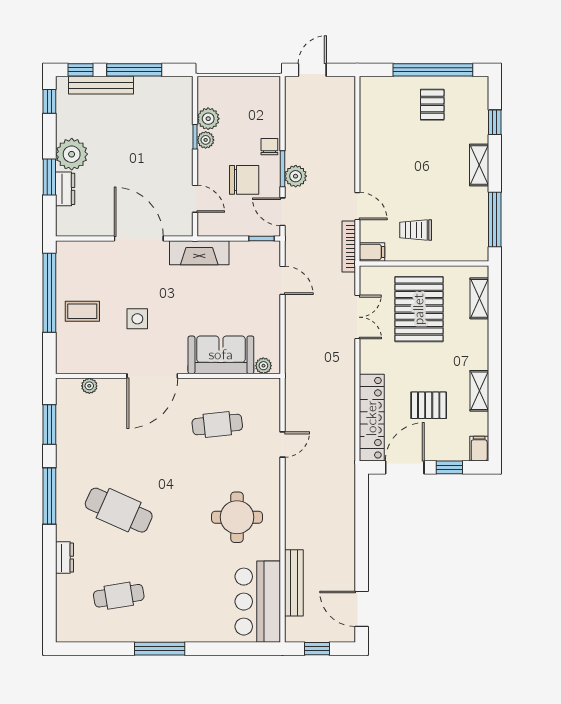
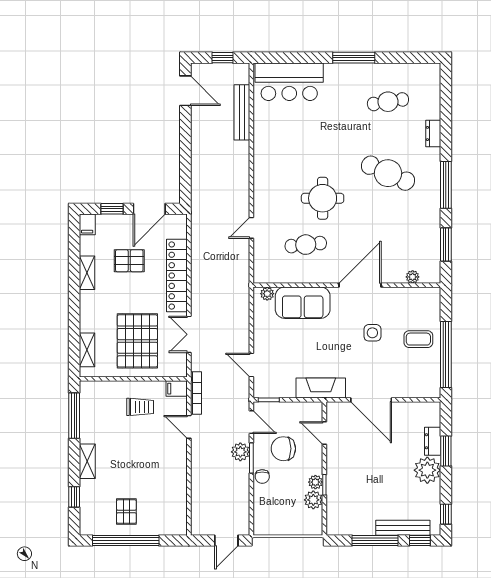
locker: (372, 418) -> (177, 276), moved
round table: (237, 517) -> (323, 198), moved
bar counter: (258, 602) -> (289, 82), moved, turned 90

